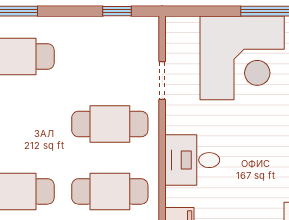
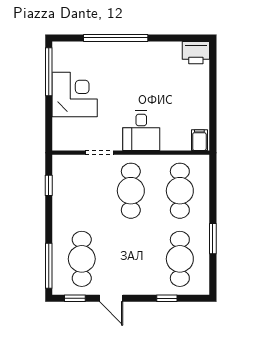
corner desk: (242, 58) -> (75, 94), width x0.74, depth x0.74
desk: (192, 160) -> (141, 131), moved

